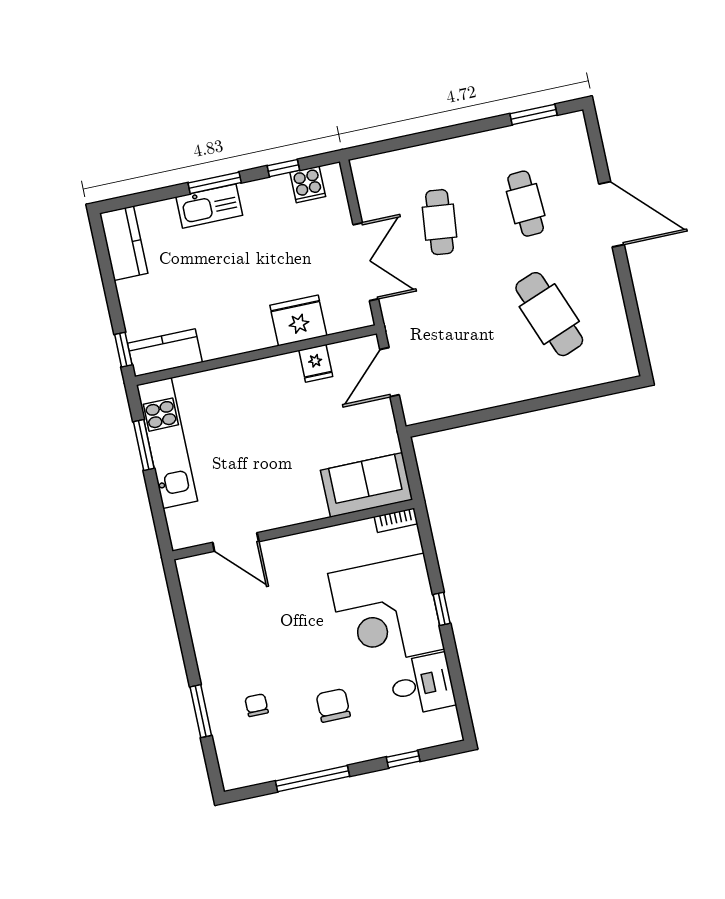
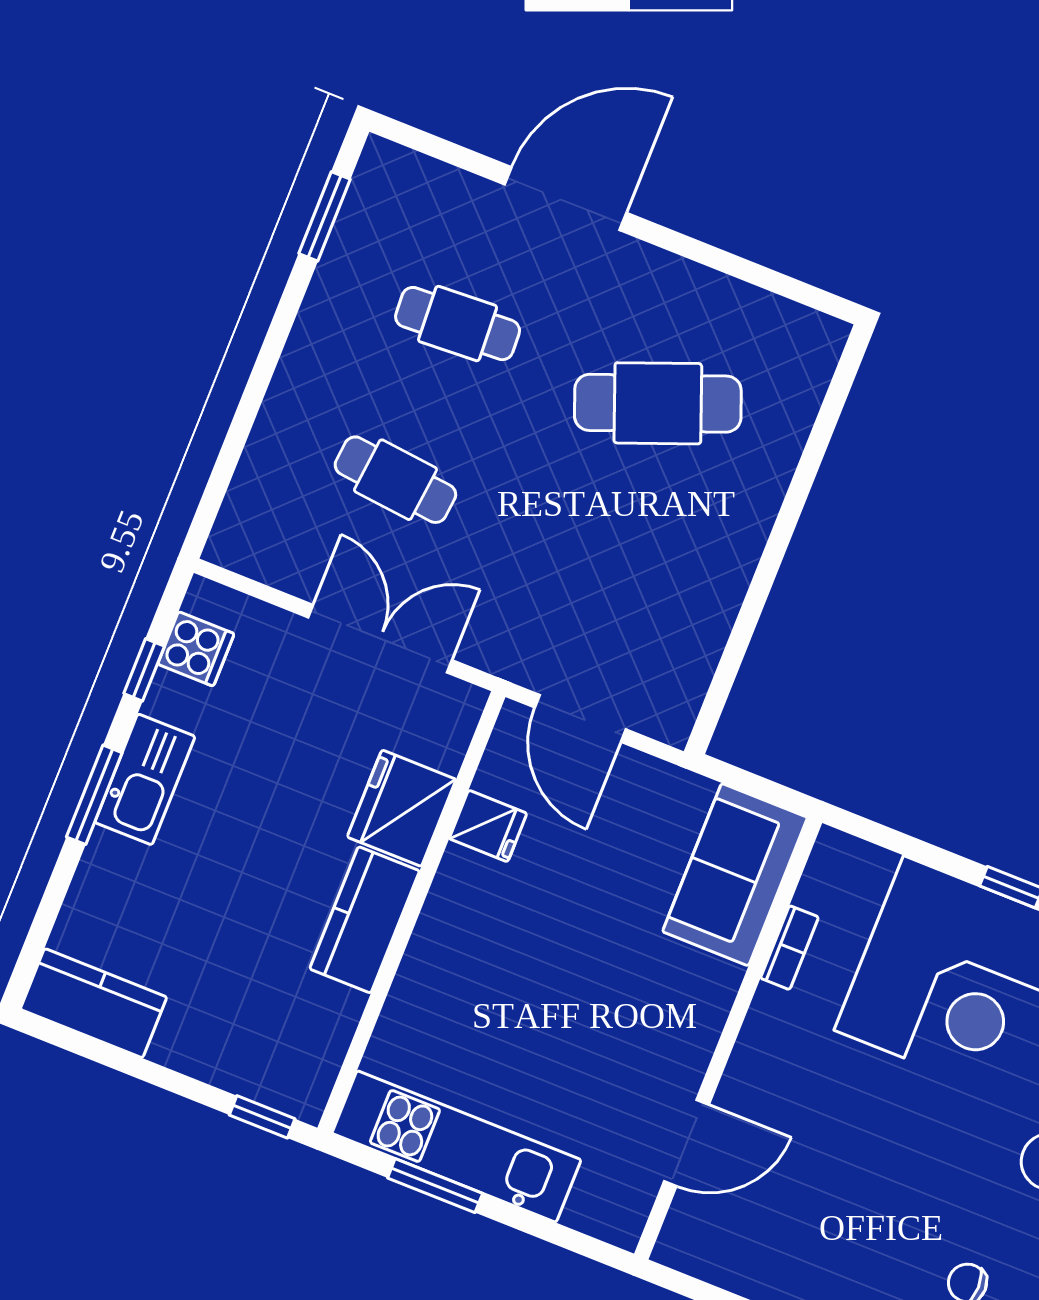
kitchen sink: (209, 206) -> (145, 779), moved
kitchen counter: (165, 353) -> (365, 920), moved
bookcase: (396, 520) -> (789, 948), moved

